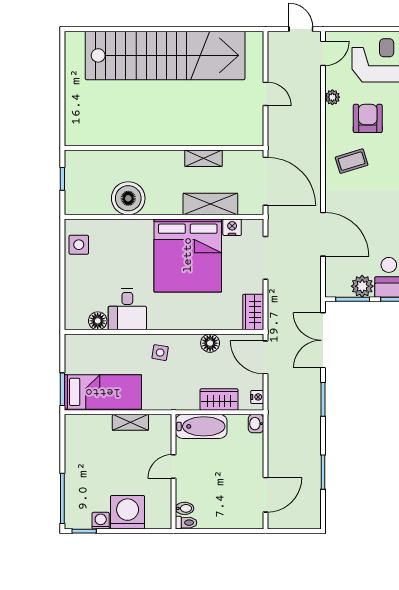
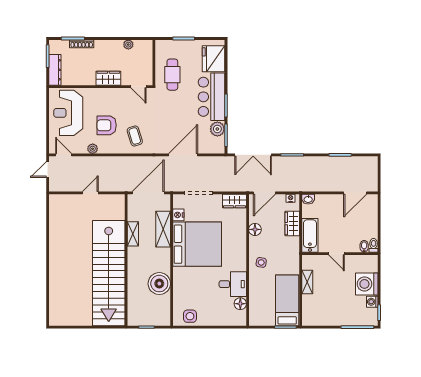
stairs: (165, 55) -> (109, 273), moved, turned 180
door: (265, 495) -> (355, 193), swing flipped

